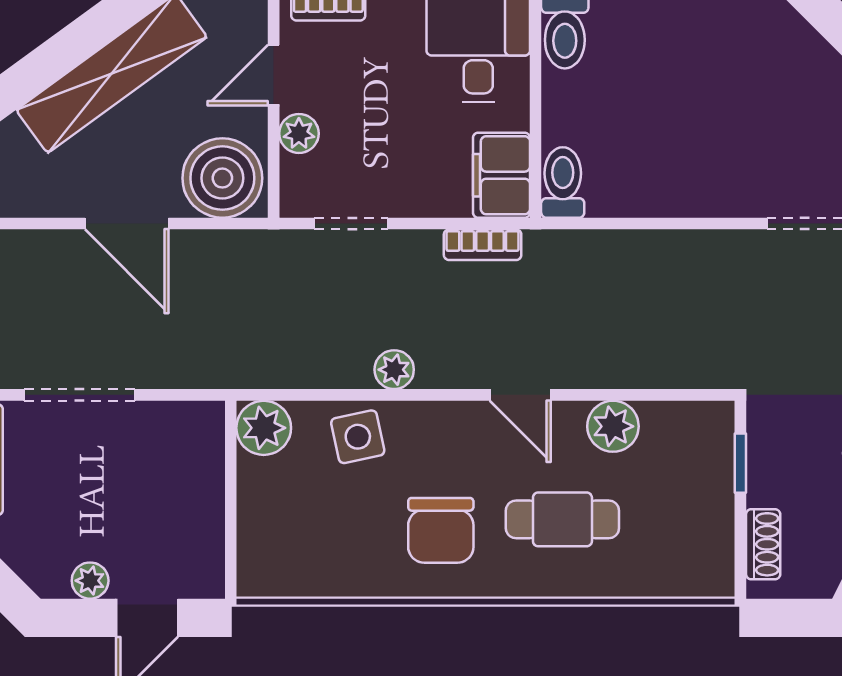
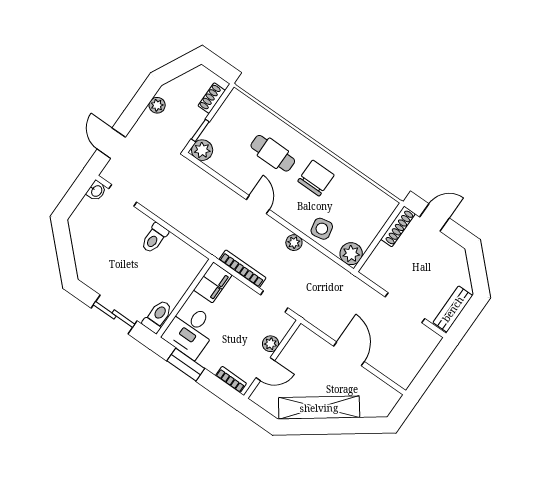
boiler: (222, 178) -> (307, 347), removed
toilet: (563, 182) -> (154, 238), moved
bookcase: (483, 245) -> (242, 269), width x1.56
plant: (613, 426) -> (202, 150), moved
shoe rack: (208, 549) -> (398, 226), added
plant: (90, 581) -> (445, 243), removed

